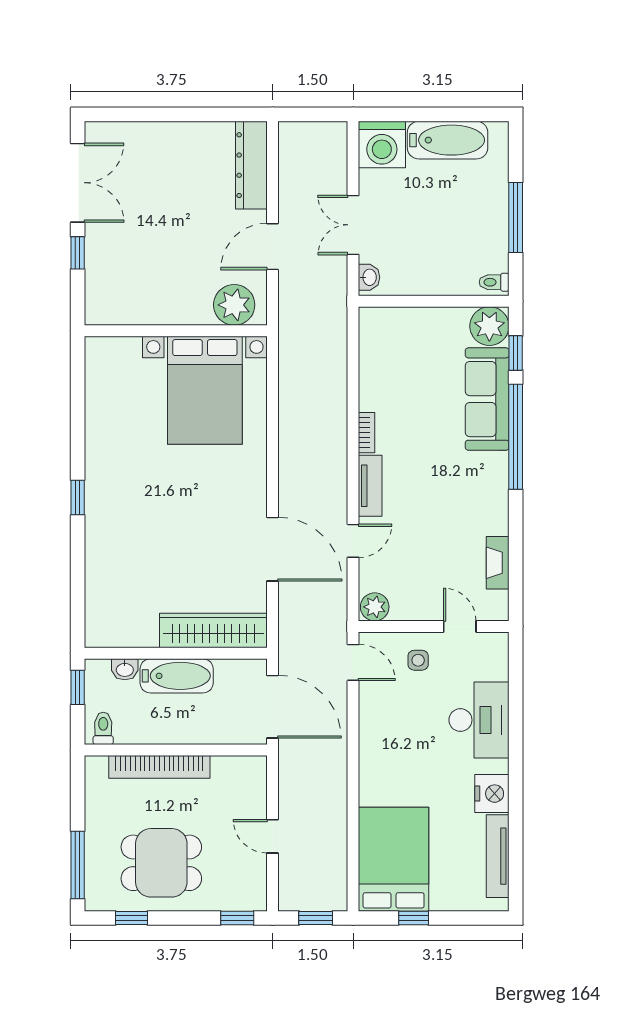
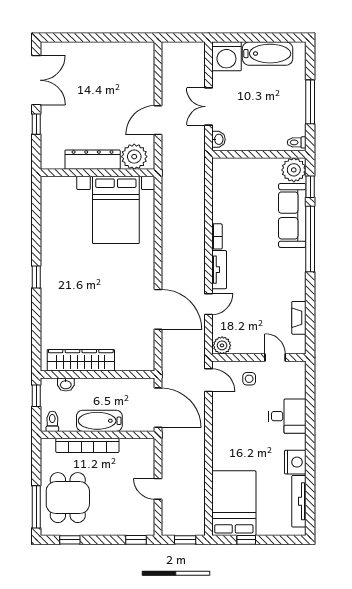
dresser: (251, 165) -> (93, 160), moved, turned 90
wardrobe: (213, 631) -> (81, 360), moved
bathtub: (177, 676) -> (99, 421), moved, turned 180
desk: (479, 720) -> (287, 416), width x0.73
dining table: (161, 863) -> (68, 498), moved, turned 90

